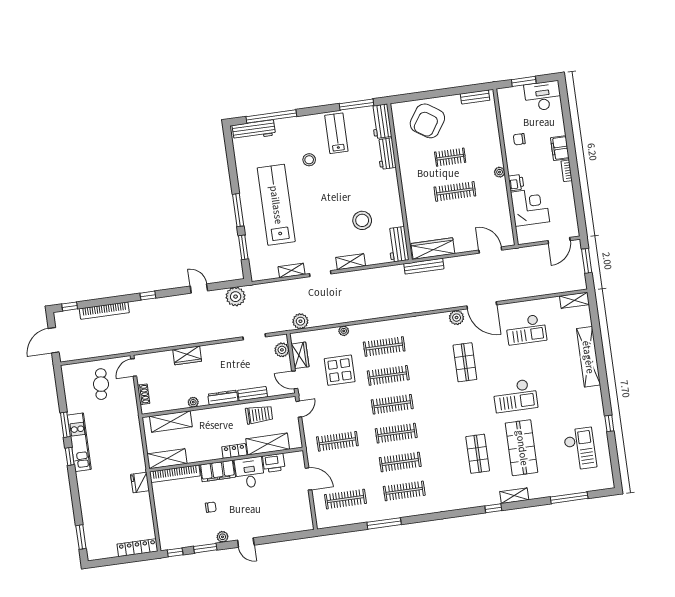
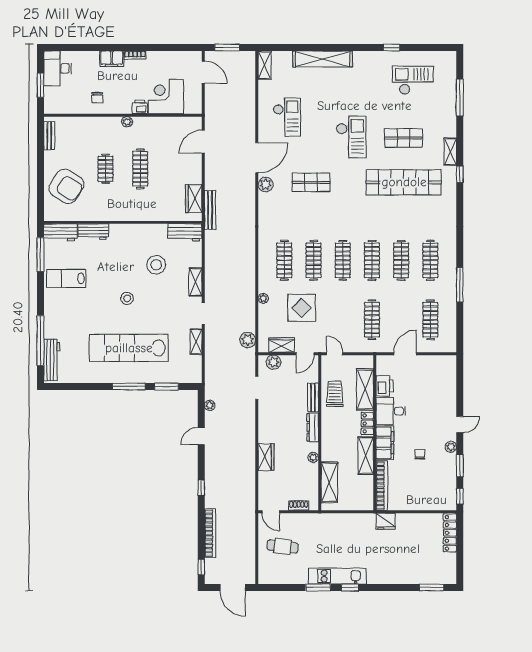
stool: (309, 160) -> (127, 298), moved
wardrobe: (433, 249) -> (194, 198), width x0.67
plant: (236, 297) -> (210, 405), width x0.53, depth x0.53
shop shelf: (522, 448) -> (404, 138), width x0.70, depth x0.74
shop shelf: (478, 454) -> (404, 182), width x2.00, depth x1.36
shelving: (167, 459) -> (366, 456), moved

